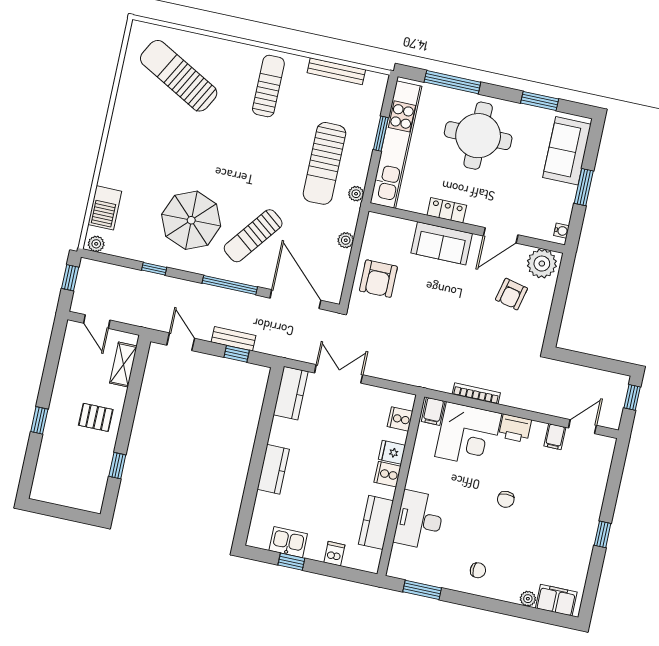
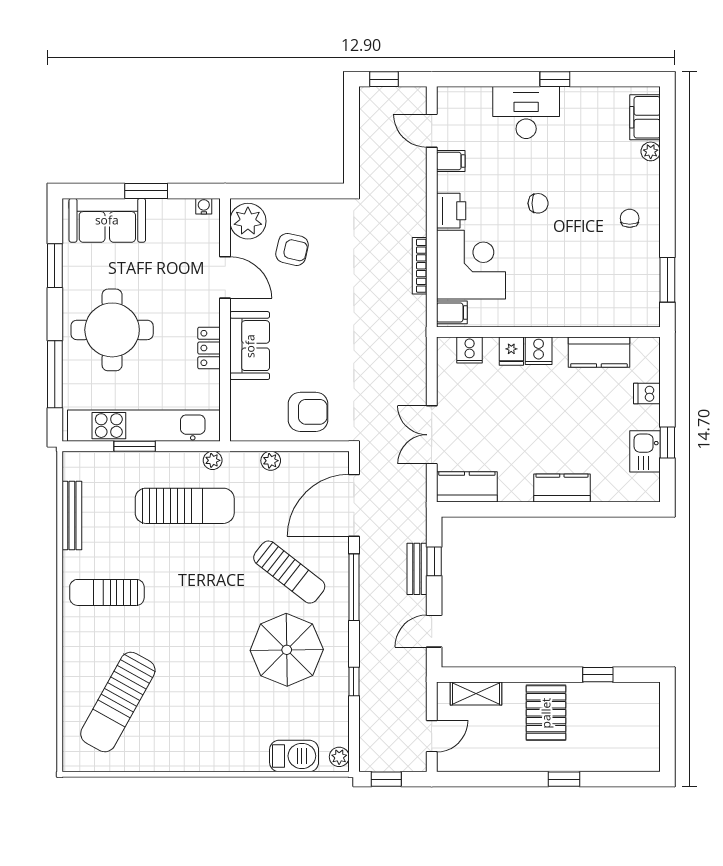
pallet: (96, 417) -> (546, 713), width x1.50, depth x1.42
desk: (419, 520) -> (526, 113), moved, turned 180

